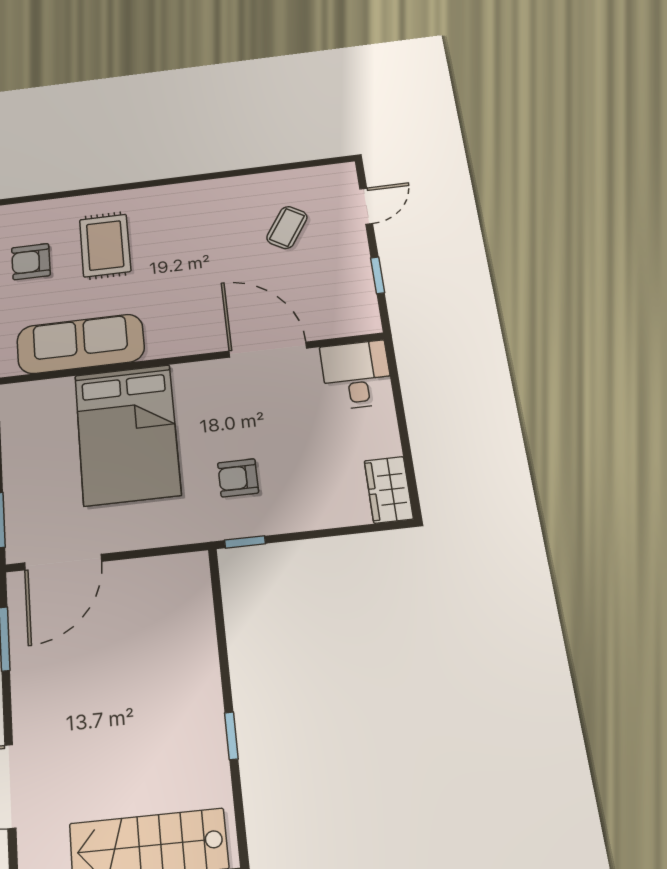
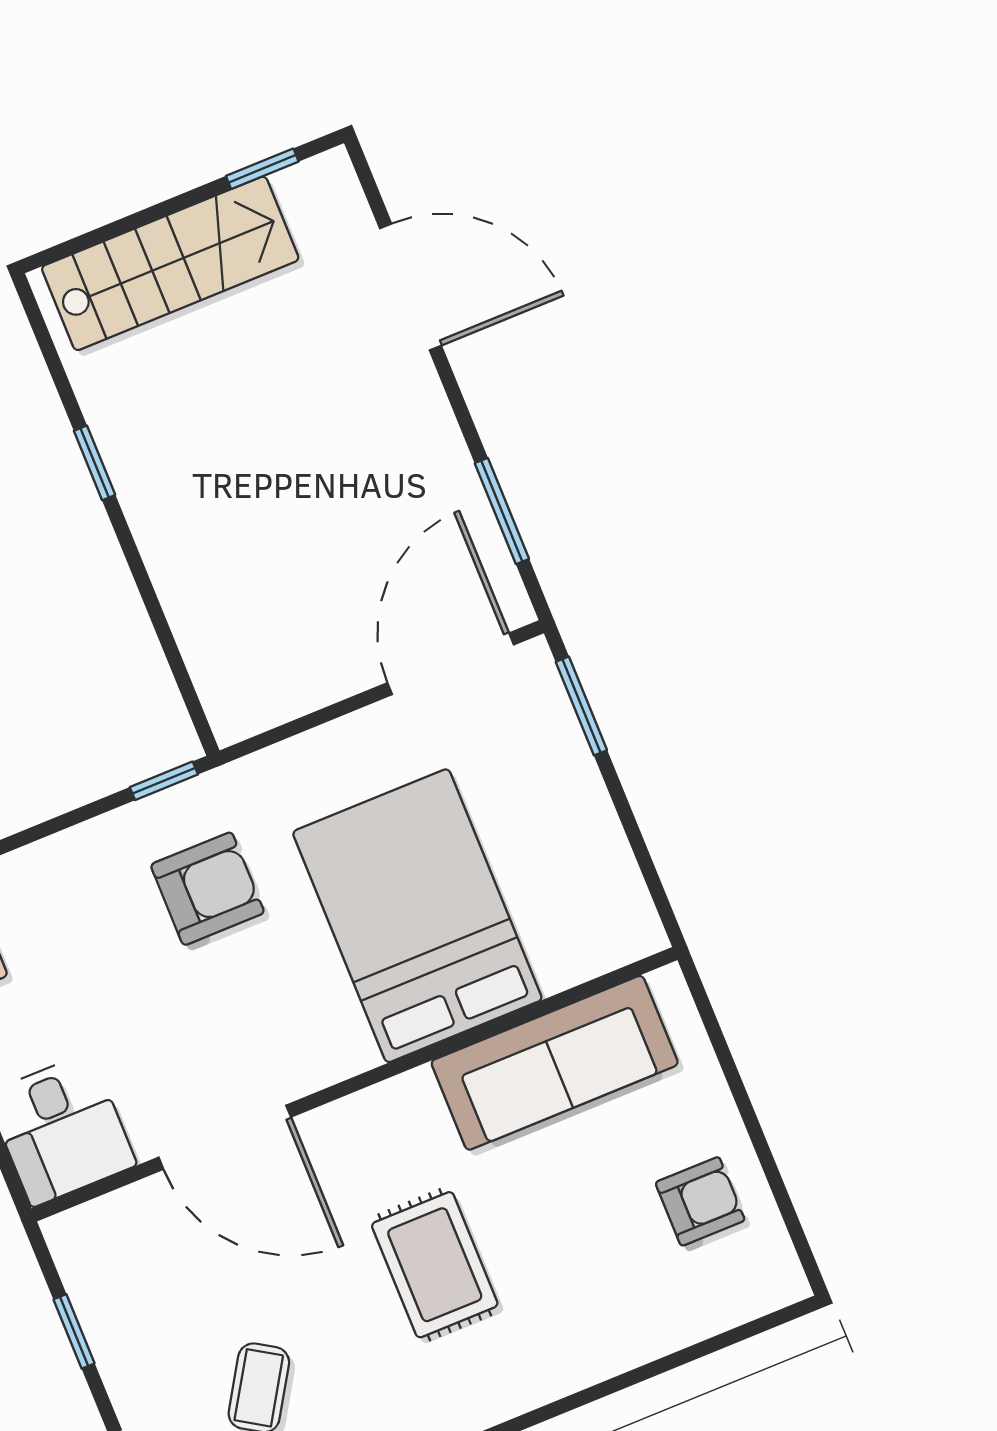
rug: (105, 245) -> (435, 1265), moved
armchair: (238, 478) -> (207, 889), width x1.38, depth x1.38

